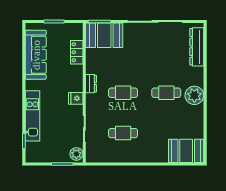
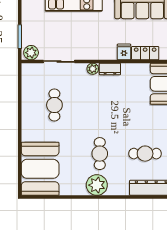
cafe table: (123, 93) -> (145, 154), moved, turned 90
fridge: (76, 98) -> (124, 52), moved
plant: (91, 99) -> (93, 69), added
booth: (186, 151) -> (40, 169), width x1.36, depth x1.42

